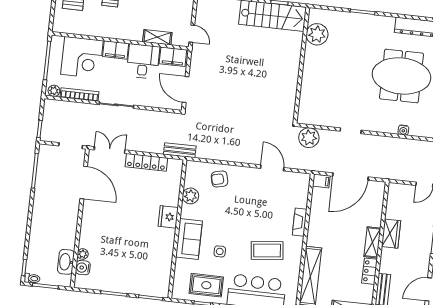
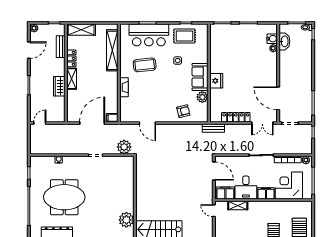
sofa: (189, 239) -> (200, 77), moved

